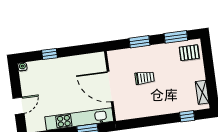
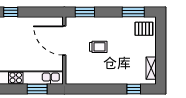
window: (139, 42) -> (85, 12), moved
door: (110, 87) -> (64, 41), moved

